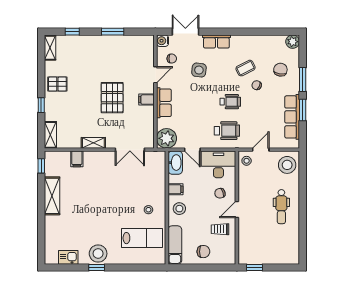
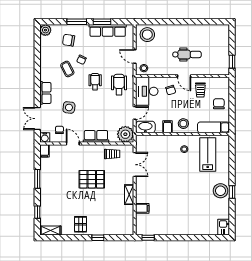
filing cabinet: (146, 100) -> (45, 151), moved
trolley: (143, 122) -> (112, 154), added
shelving: (50, 135) -> (122, 230), removed
shelving: (52, 196) -> (173, 229), removed
dental chair: (281, 207) -> (187, 54), moved
kitchen sink: (68, 257) -> (224, 227), moved

